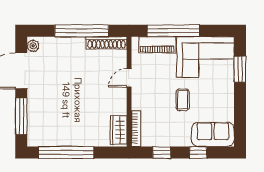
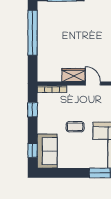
wardrobe: (119, 130) -> (74, 75), moved
window: (198, 153) -> (33, 150), moved

